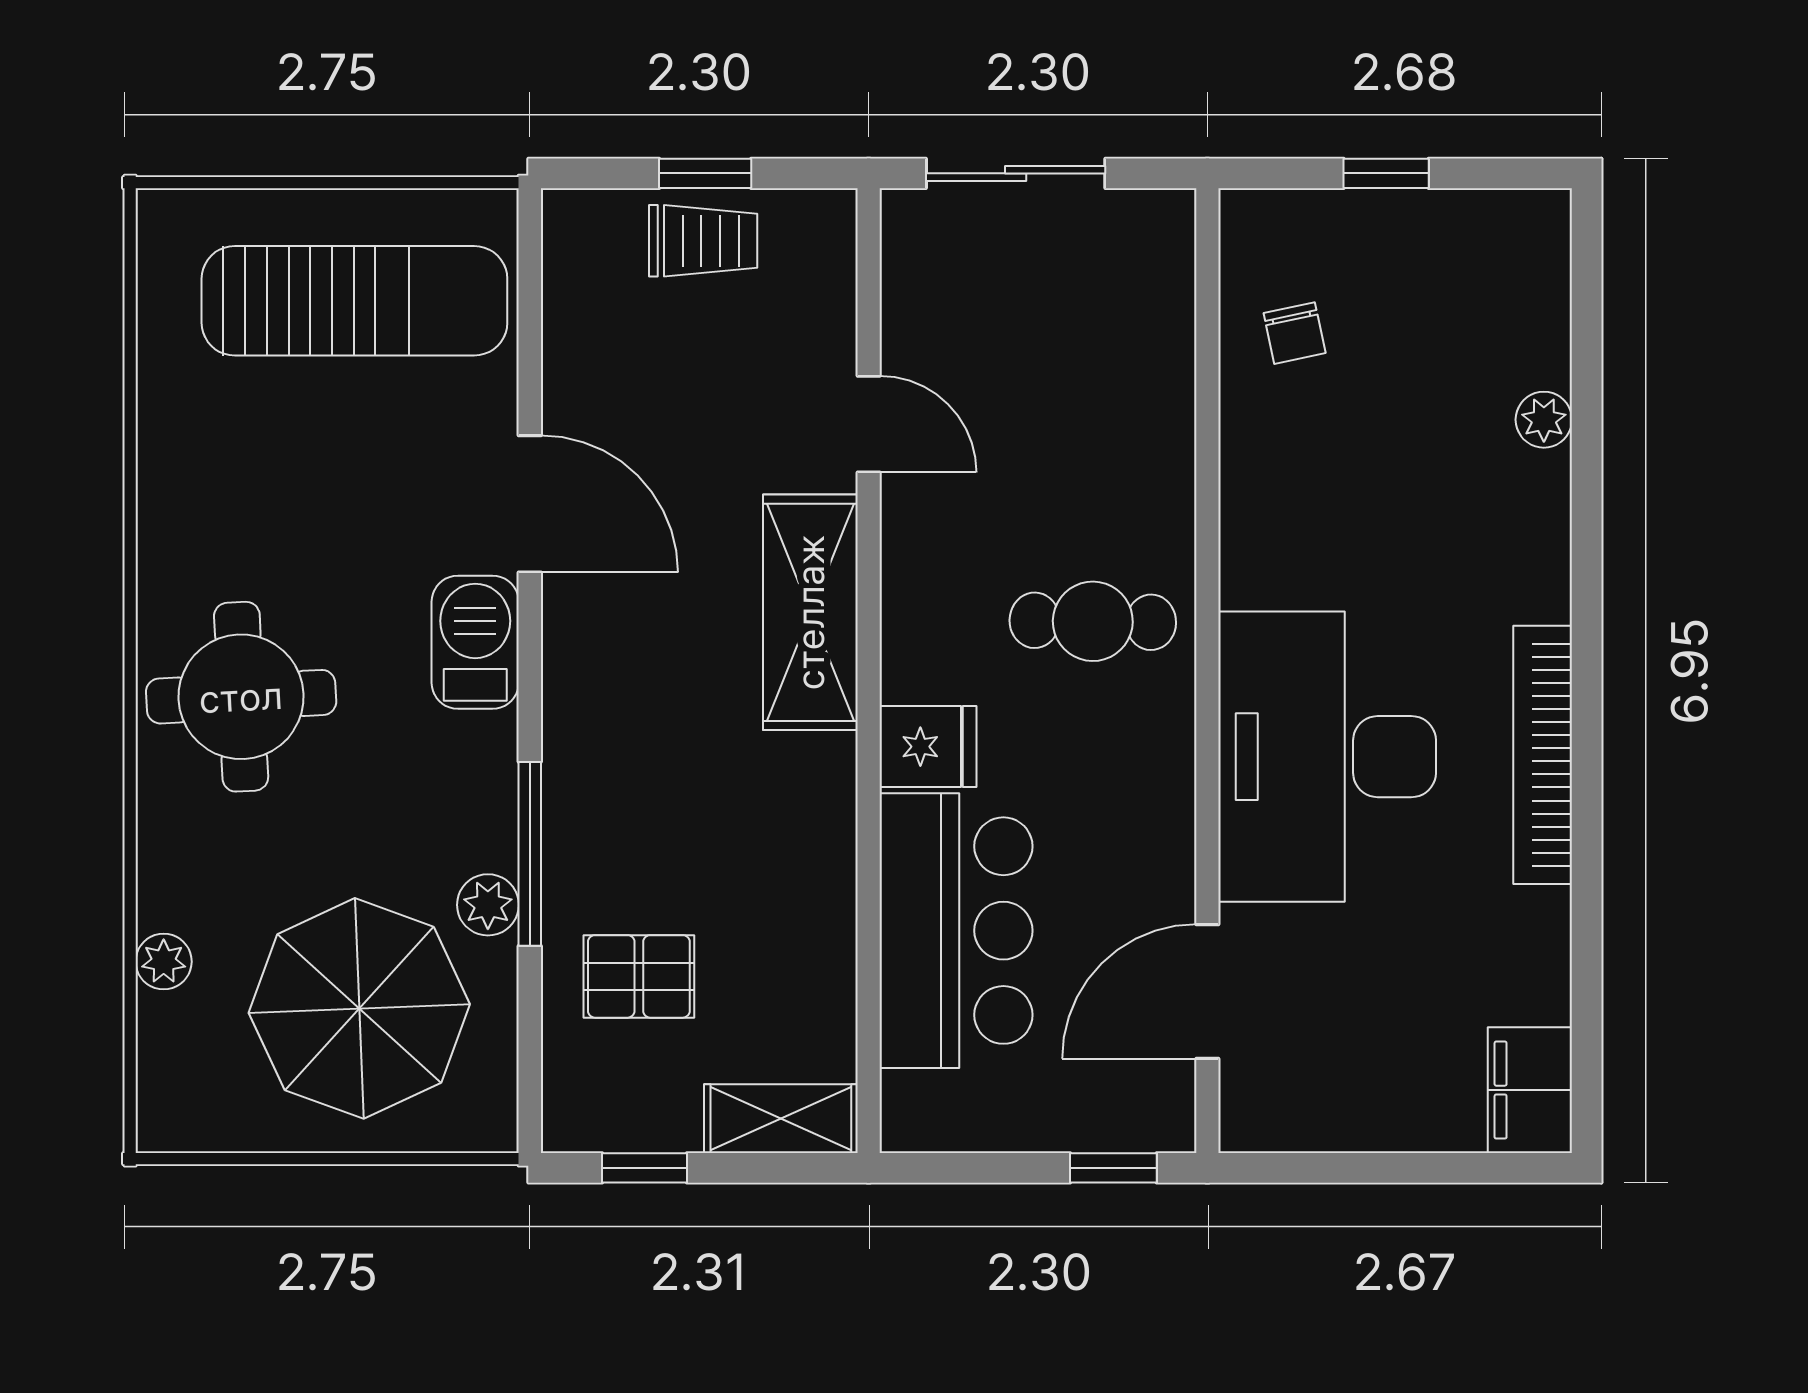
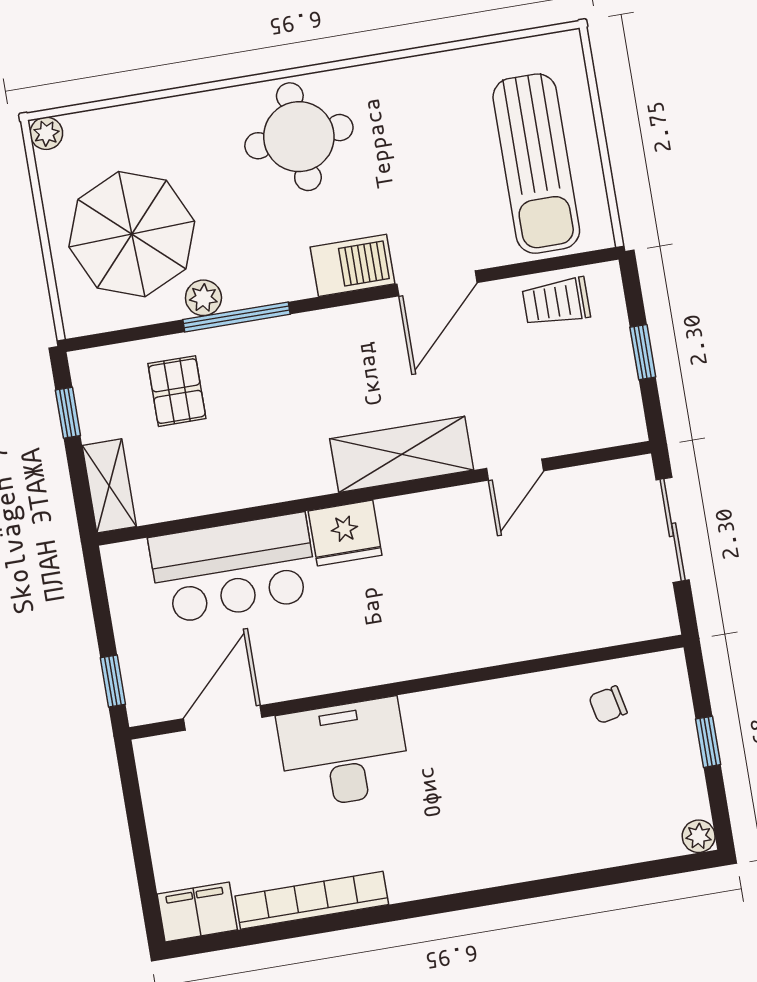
trolley: (703, 241) -> (556, 302), moved, turned 90
plant: (1544, 420) -> (699, 836), moved
cafe table: (1093, 621) -> (424, 617), removed
fridge: (928, 747) -> (345, 533), width x1.38
bookcase: (1543, 755) -> (312, 900), moved
desk: (1327, 757) -> (344, 753), width x0.73, depth x0.77
plant: (164, 962) -> (46, 133), moved
door: (1207, 991) -> (223, 718), hinge flipped

